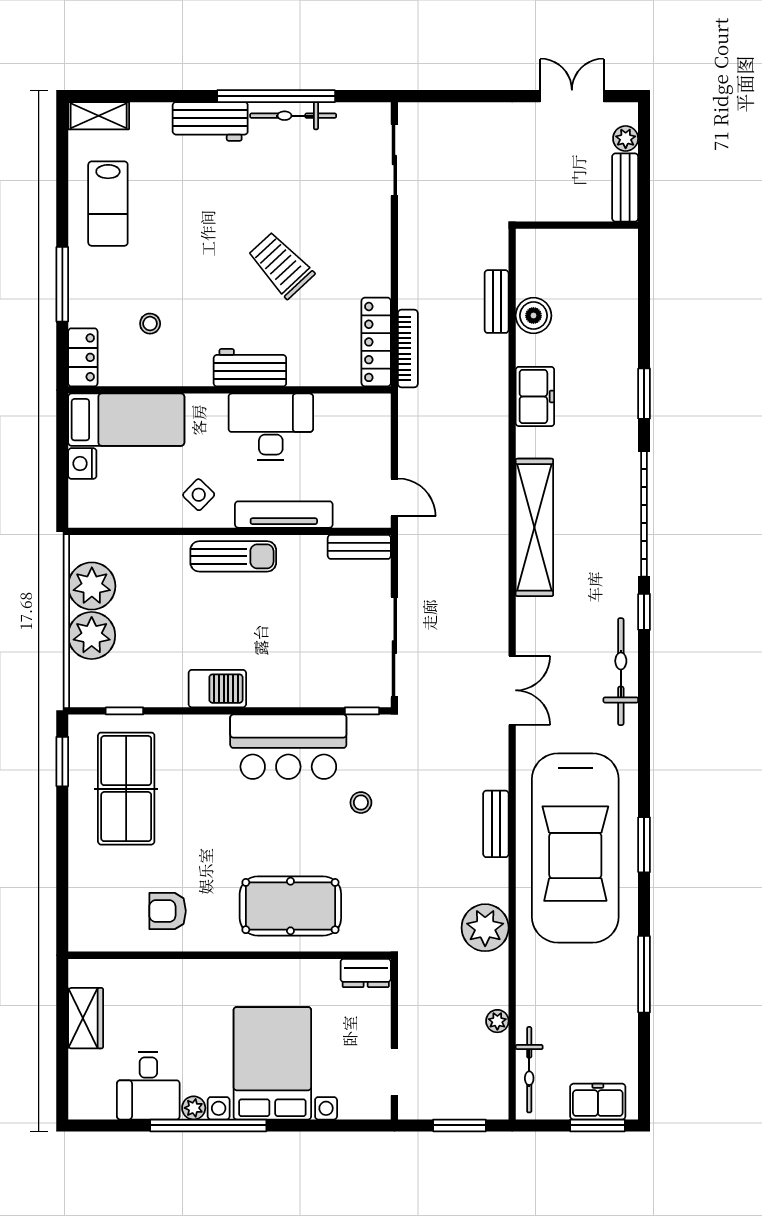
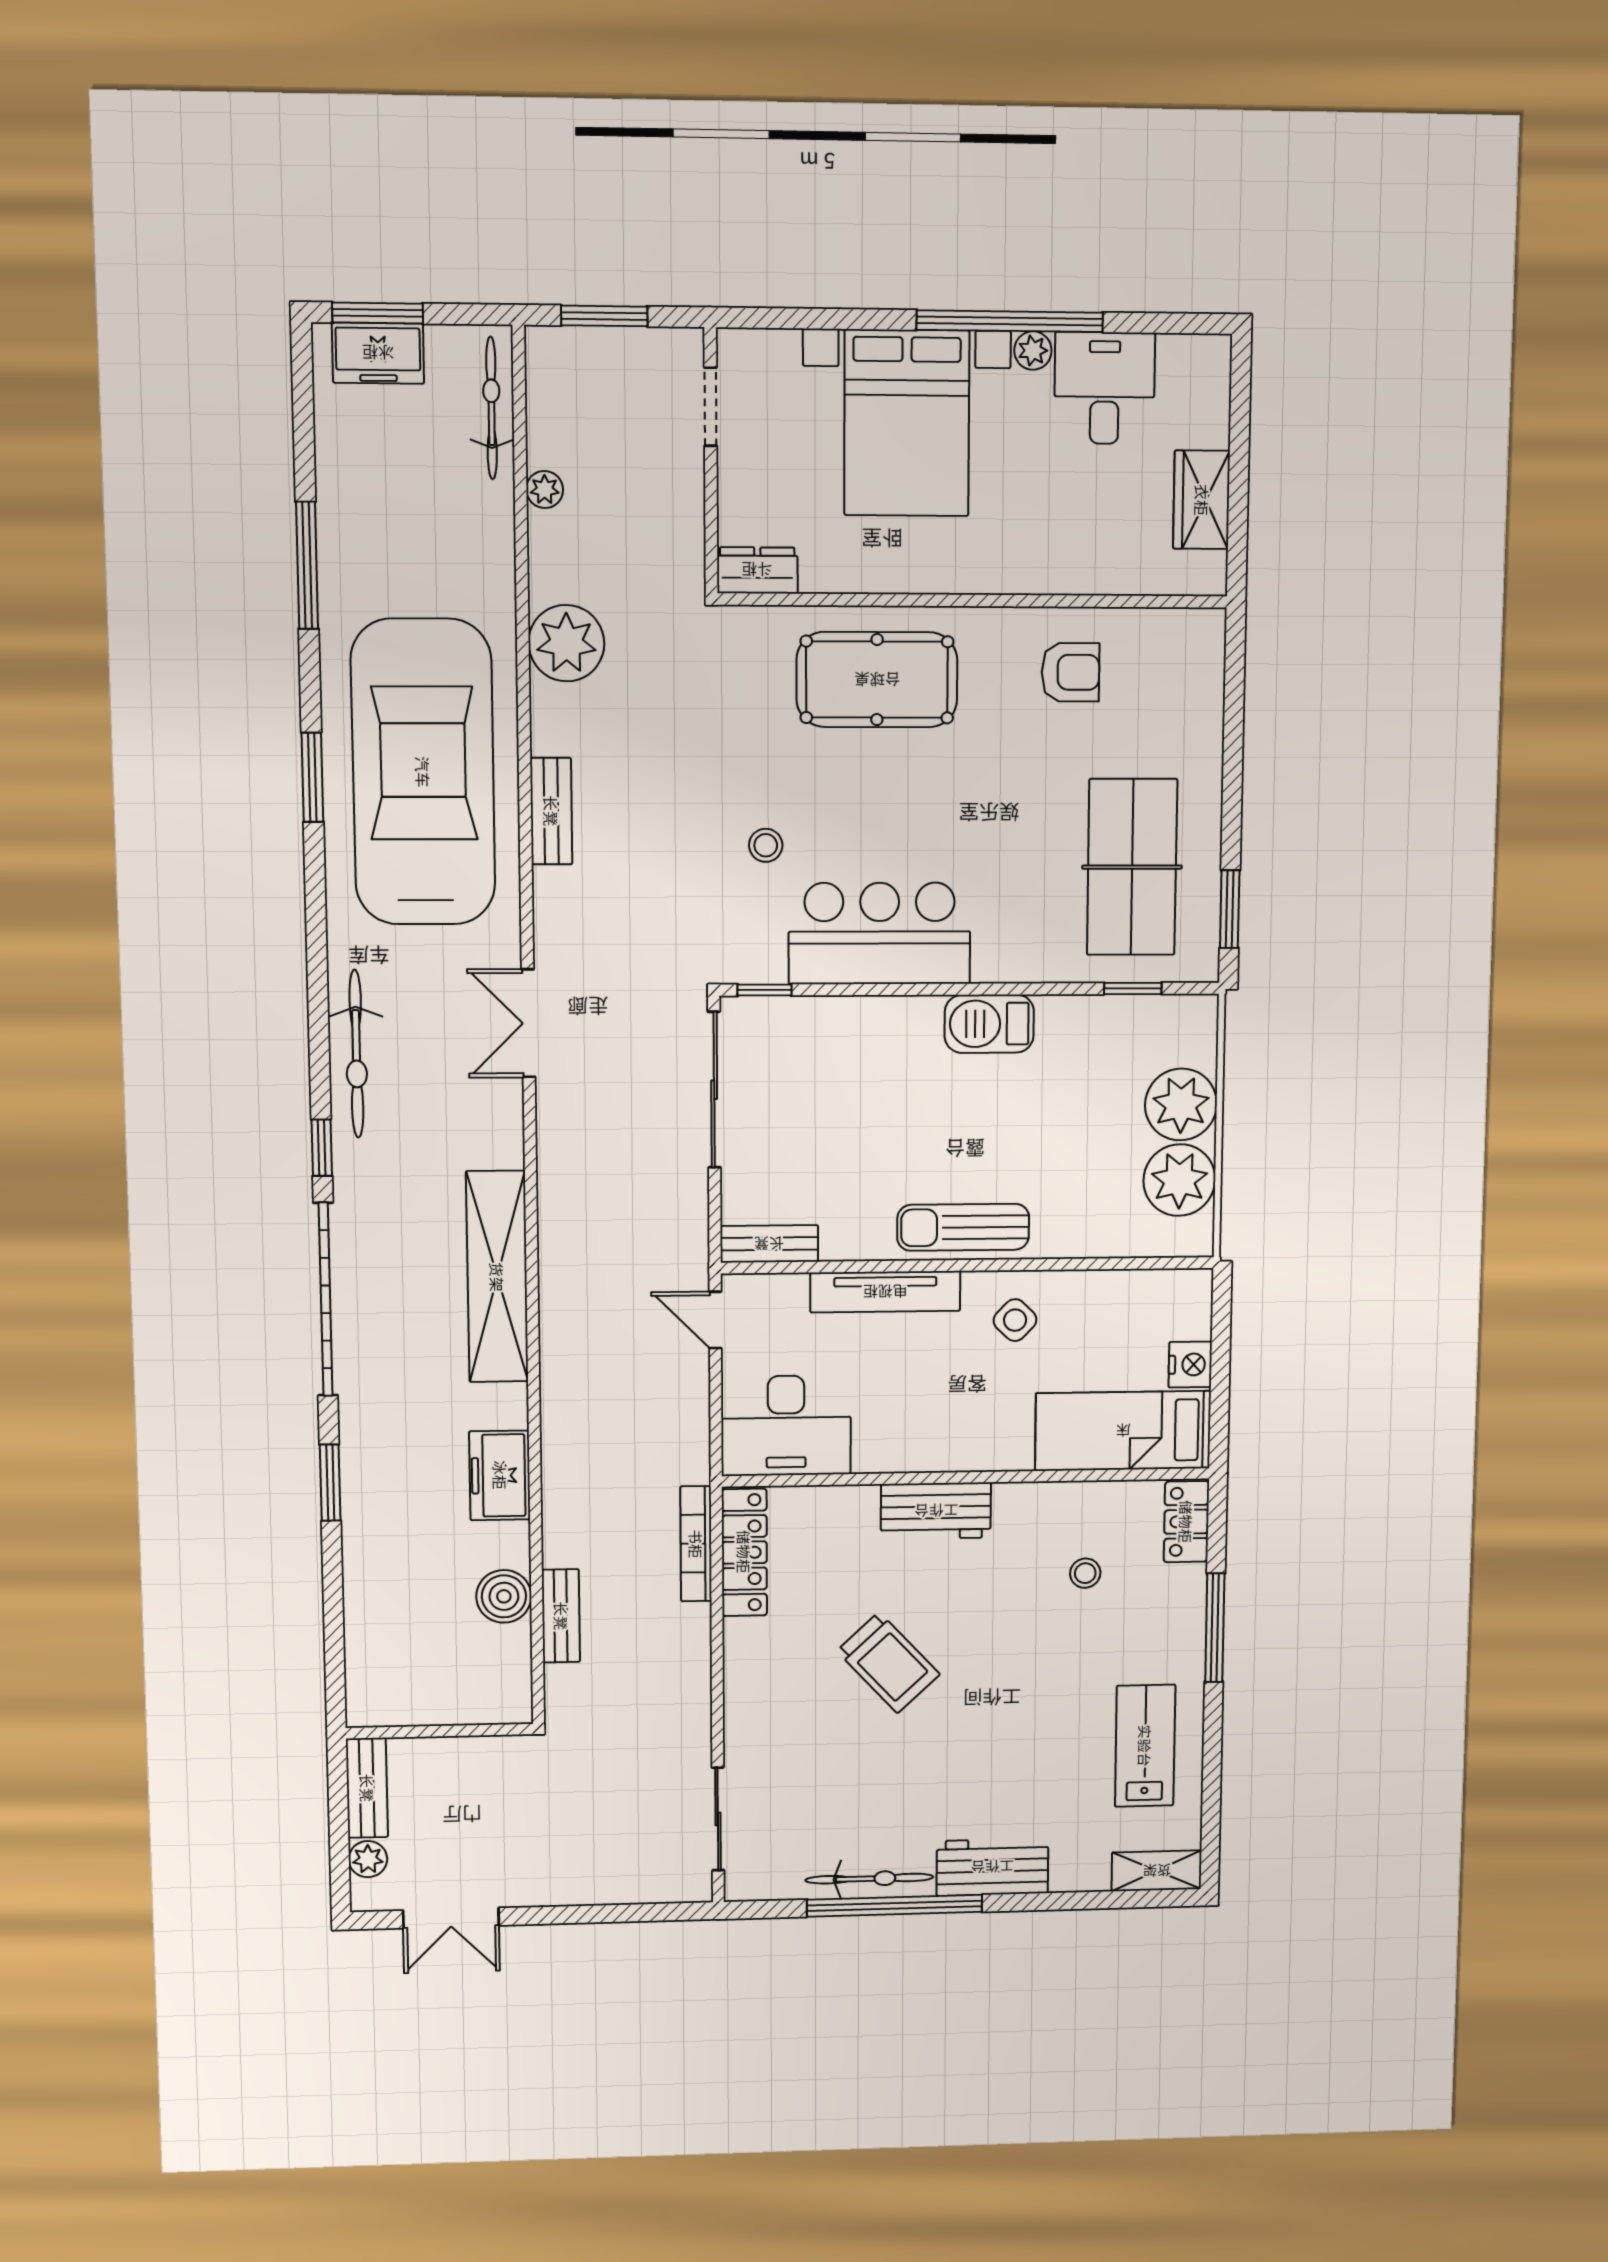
desk: (271, 427) -> (786, 1426), moved

